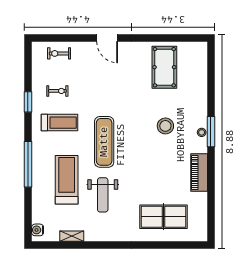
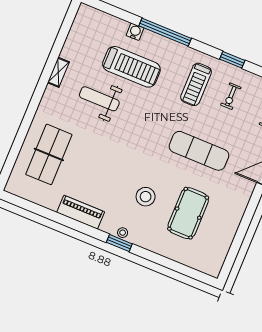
pool table: (164, 67) -> (188, 213), moved, turned 90
window: (211, 132) -> (119, 243), width x0.69
exercise mat: (104, 142) -> (199, 151), moved
water cooler: (38, 230) -> (135, 32), moved
shelving: (72, 236) -> (58, 72), moved

